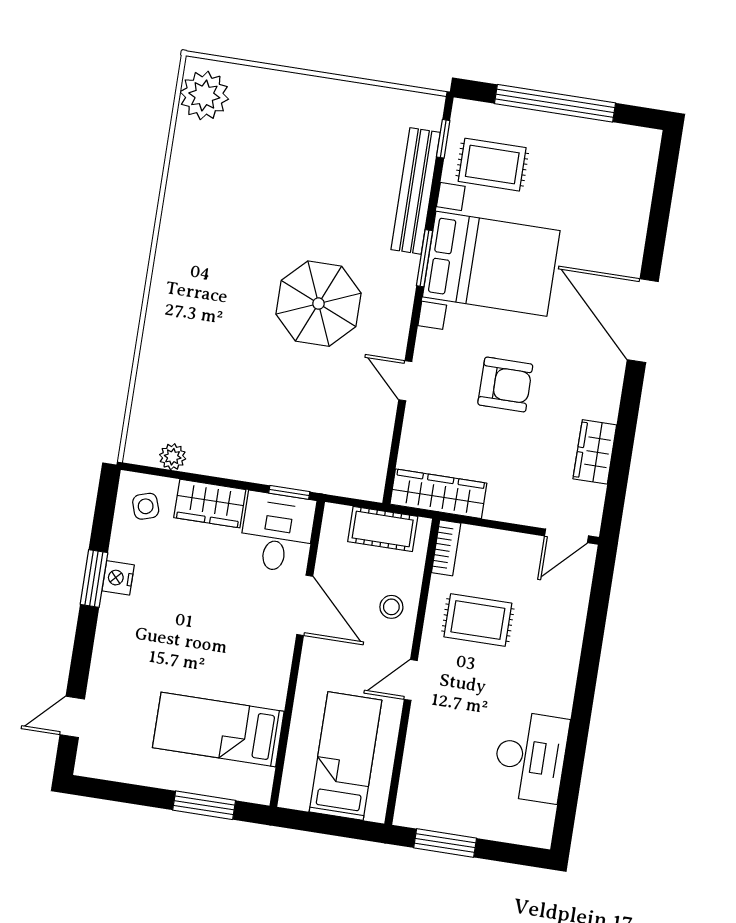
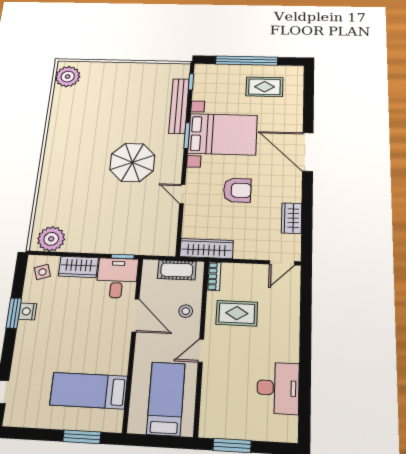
rug: (492, 165) -> (264, 87), moved
plant: (173, 457) -> (51, 239), width x1.88, depth x1.88

